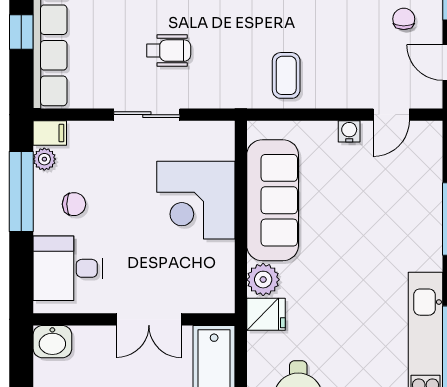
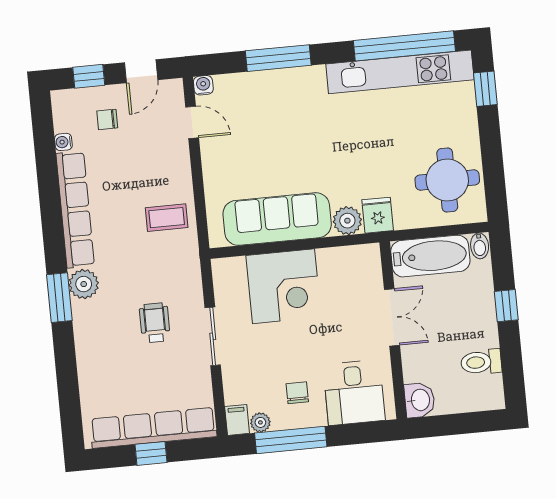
water cooler: (349, 131) -> (203, 85), moved, turned 90

